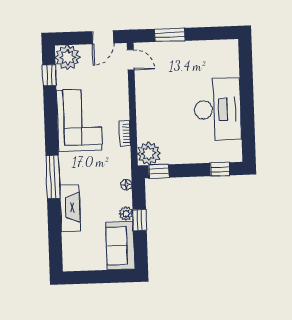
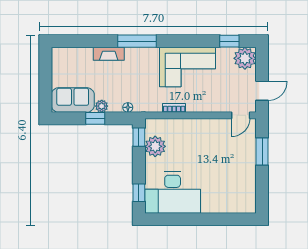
door: (103, 37) -> (262, 91), swing flipped
desk: (218, 109) -> (173, 193), moved
plant: (149, 154) -> (155, 146), moved
fireplace: (70, 208) -> (109, 54), width x0.73, depth x0.76

